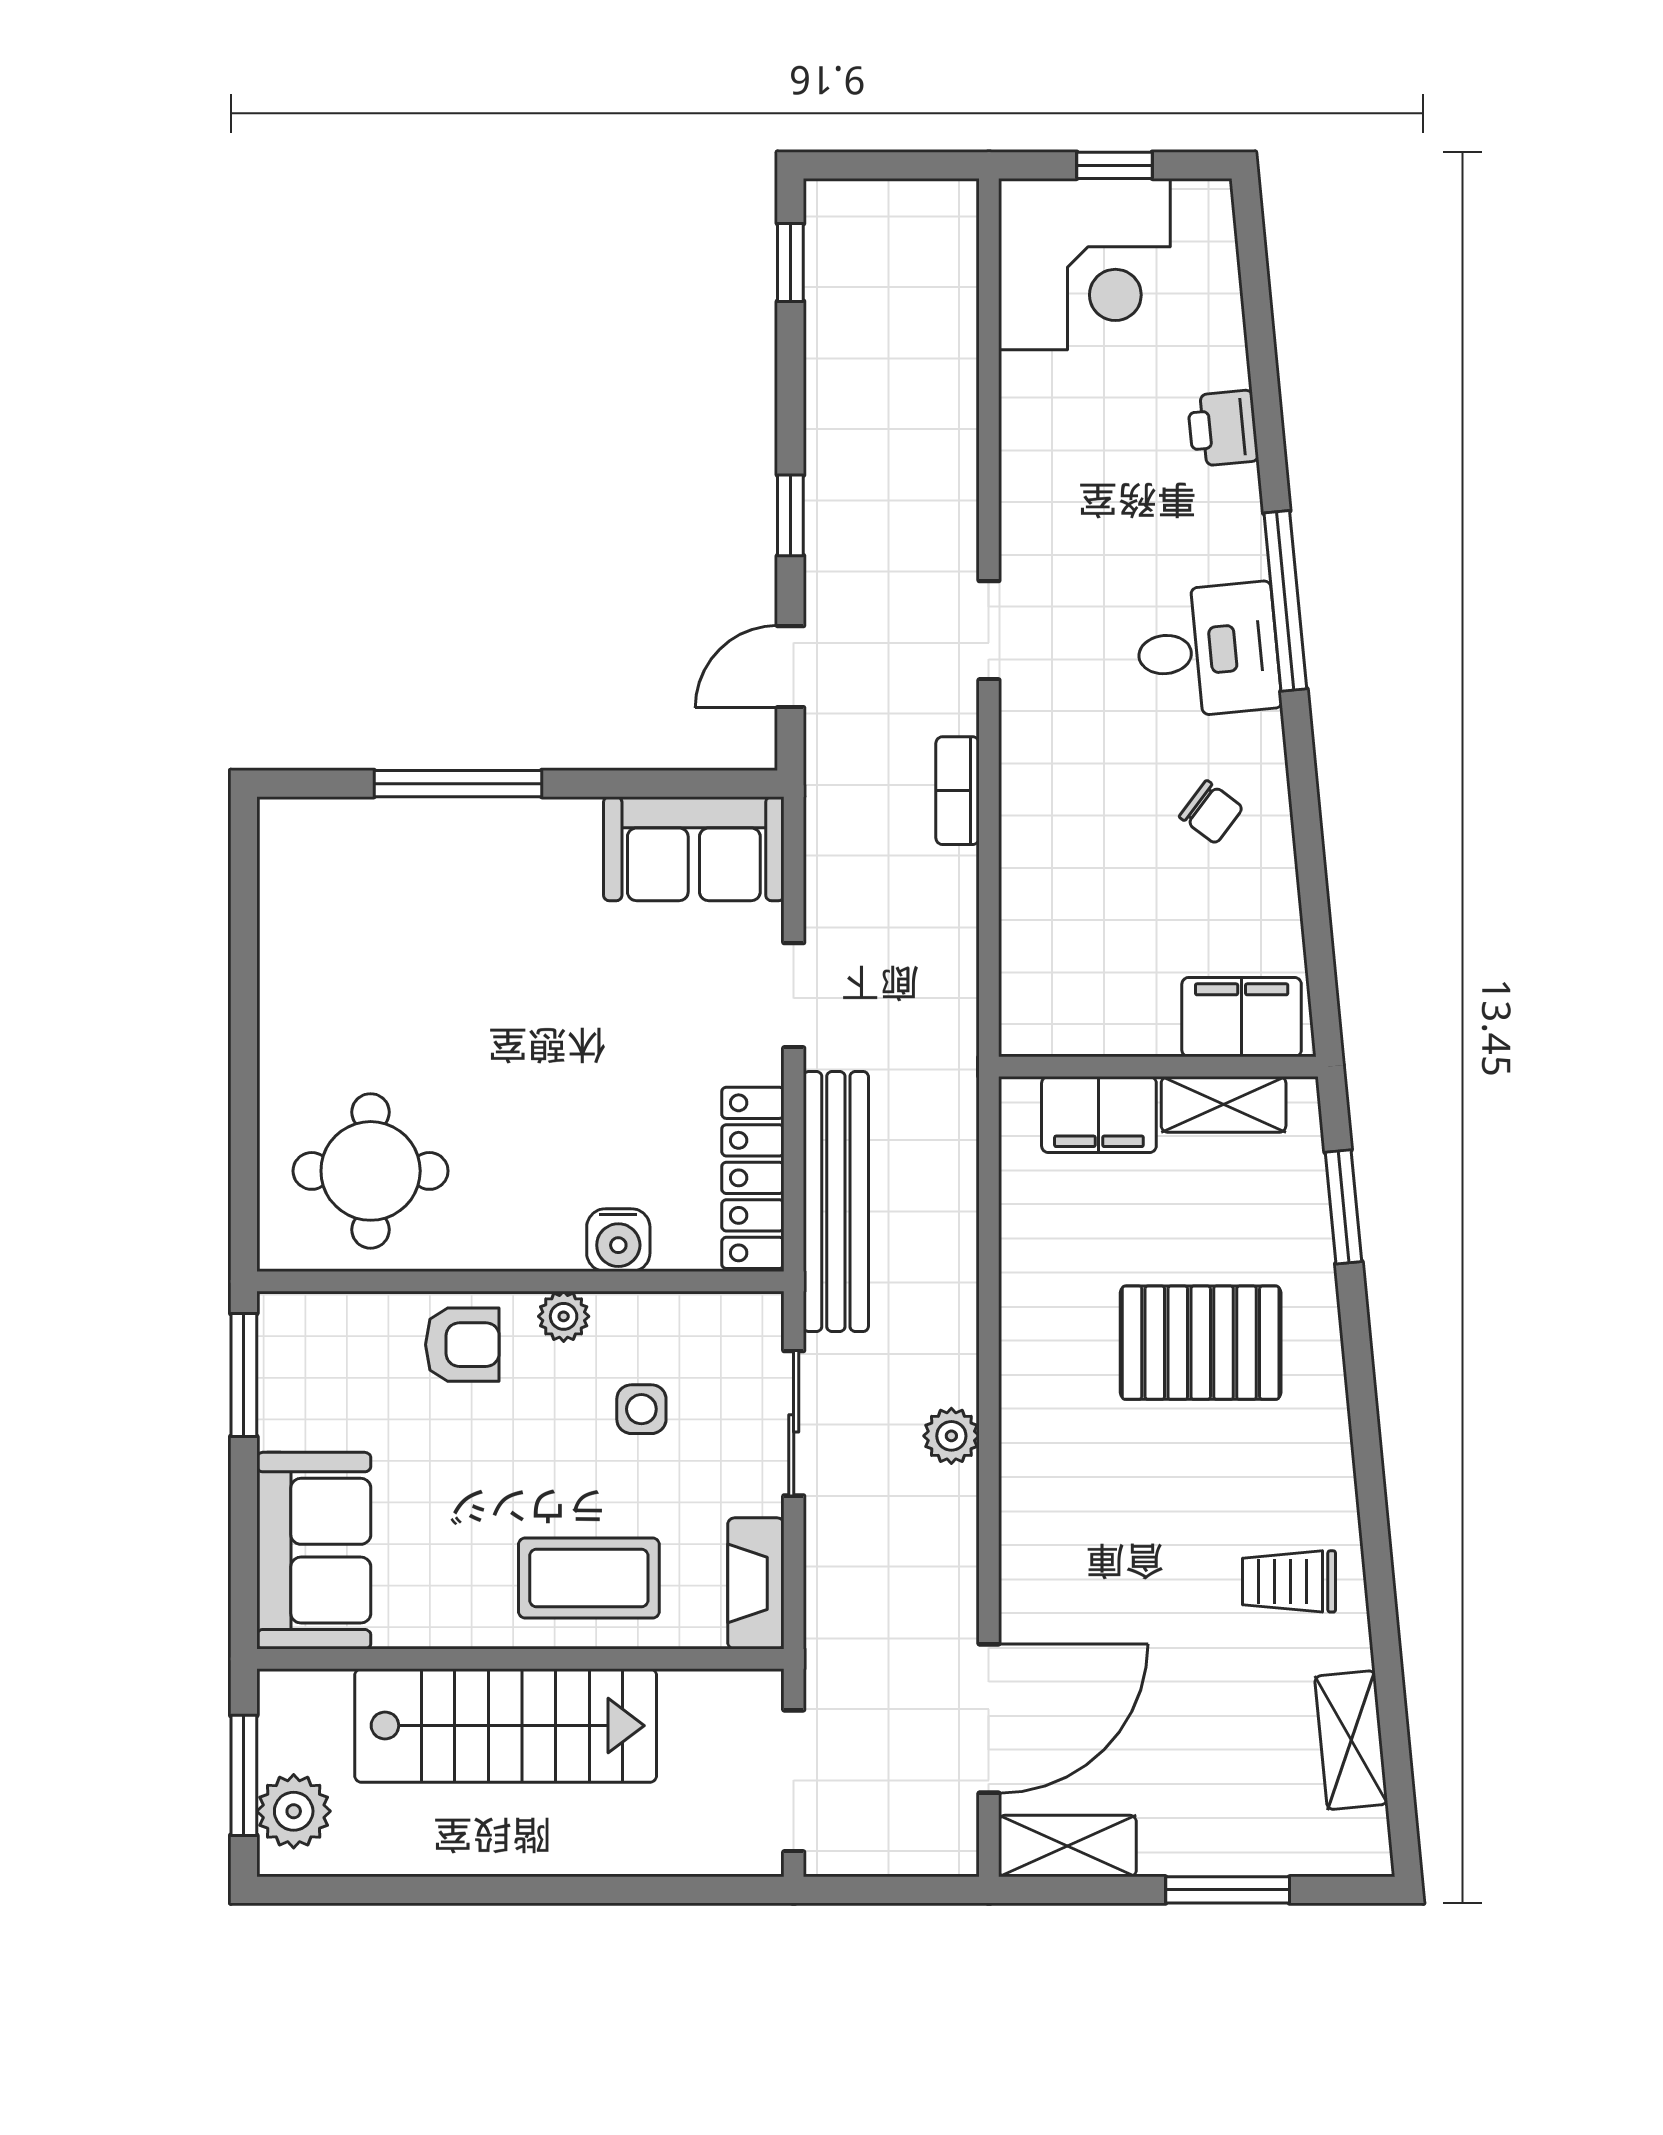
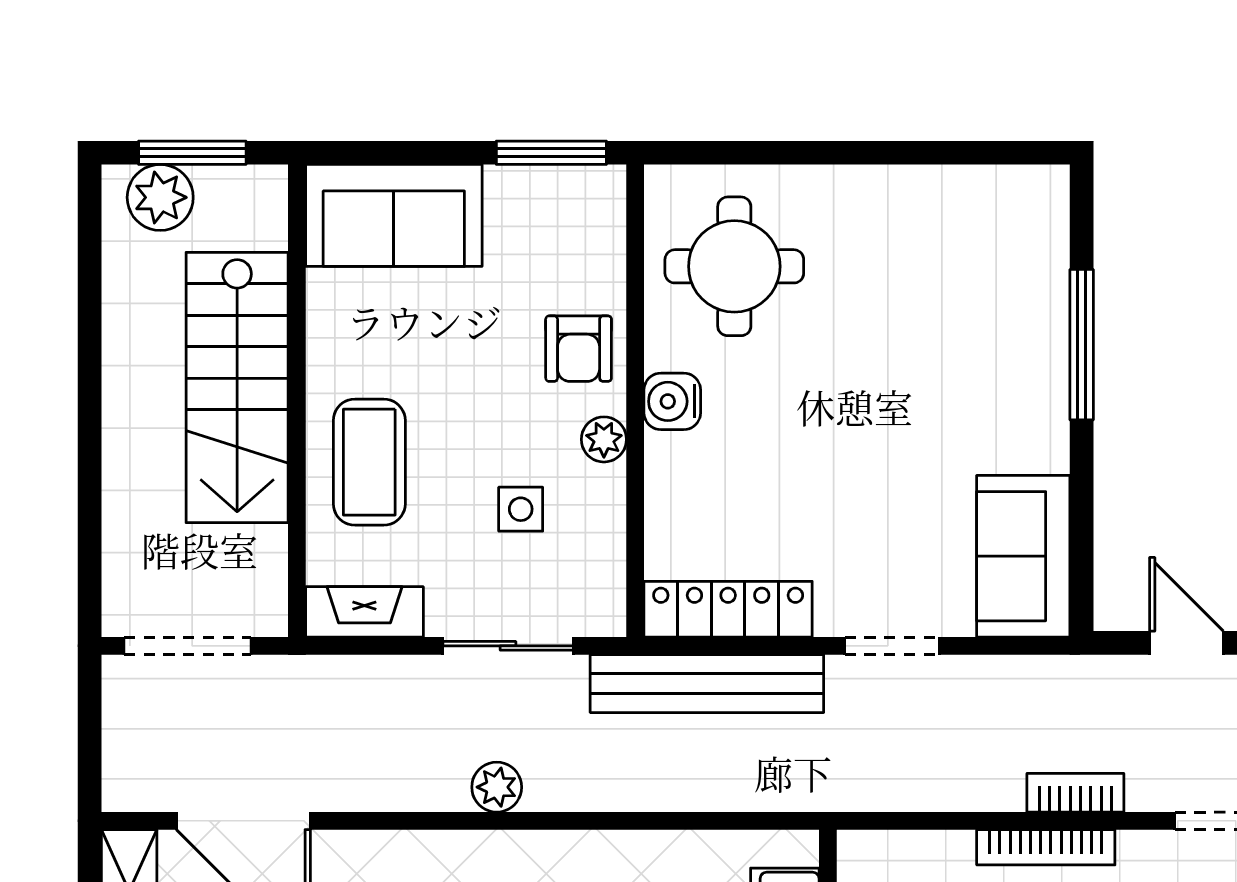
bookcase: (1018, 823) -> (1046, 847), added
water cooler: (618, 1240) -> (672, 401), moved

